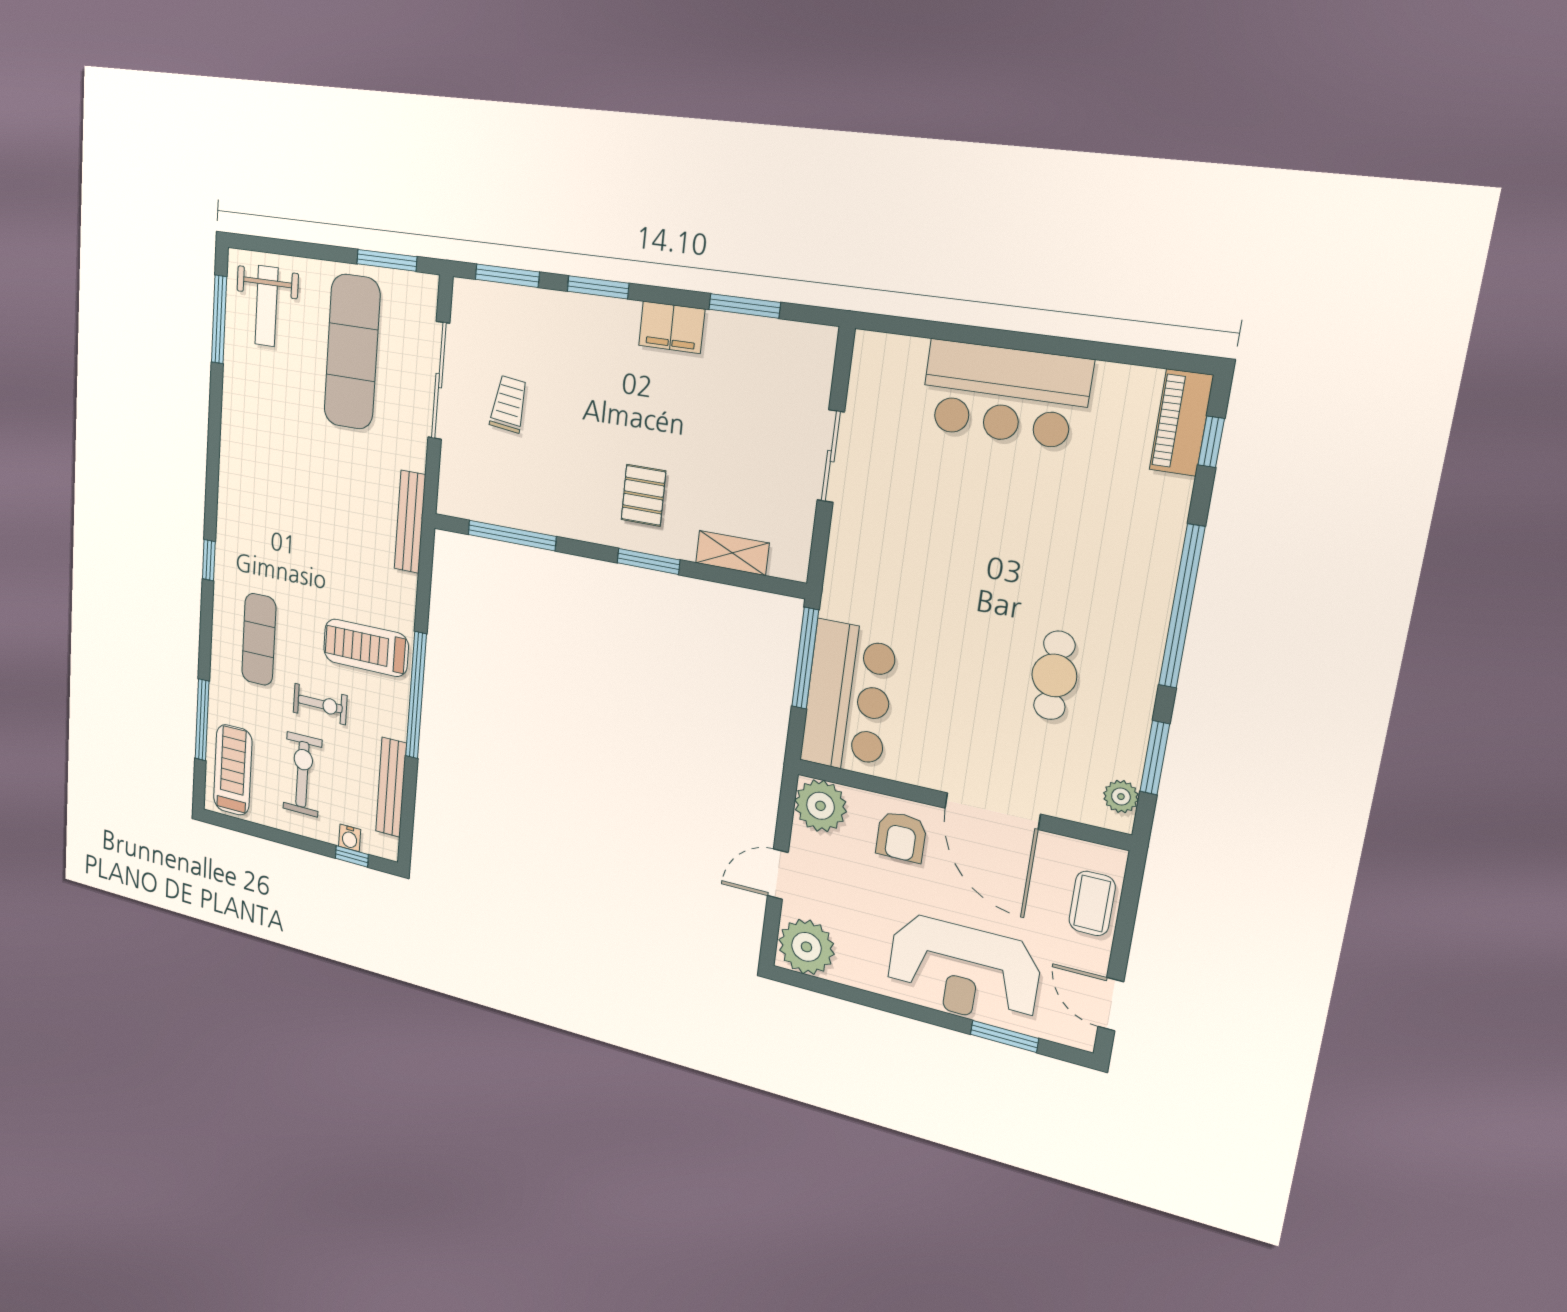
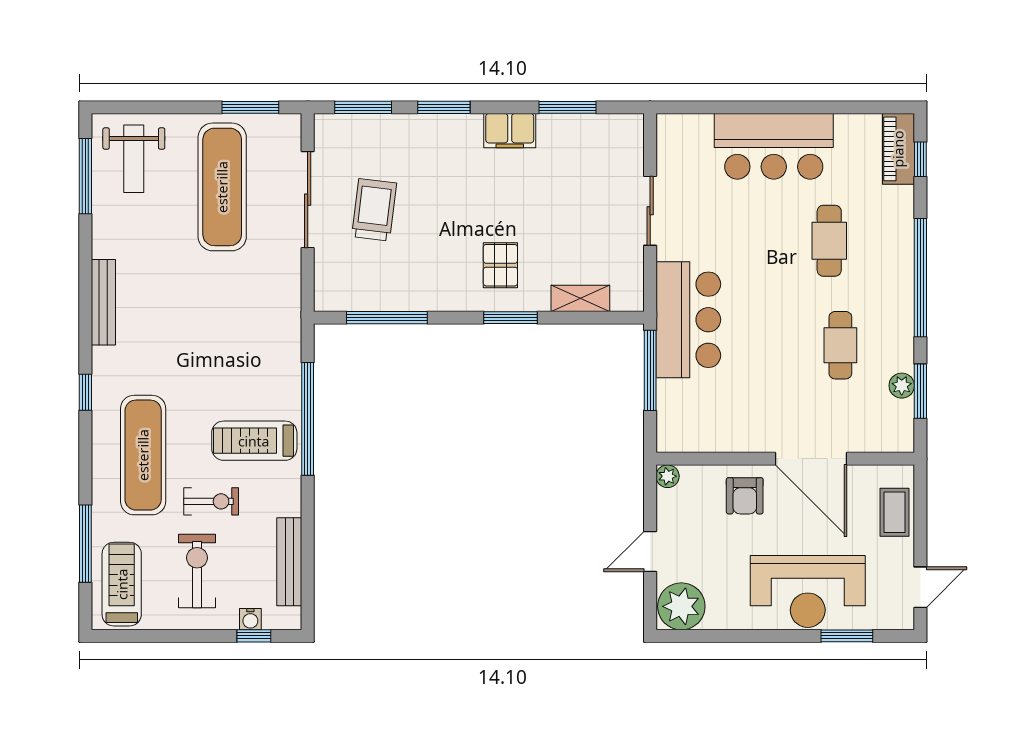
trolley: (509, 404) -> (374, 210), width x1.36, depth x1.39
bench: (410, 522) -> (103, 302), moved
cafe table: (1061, 534) -> (829, 241), added
exercise mat: (259, 639) -> (143, 455), width x1.36, depth x1.45
window: (416, 695) -> (308, 419), moved
bar counter: (848, 698) -> (688, 320), moved
plant: (1121, 797) -> (902, 386), moved
plant: (820, 806) -> (668, 476), width x0.53, depth x0.53
door: (1111, 1004) -> (920, 587), swing flipped

